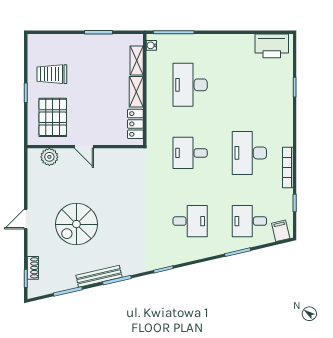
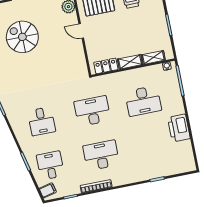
printer: (272, 46) -> (179, 128), moved
desk: (190, 85) -> (143, 101), turned 180
door: (84, 147) -> (81, 31), hinge flipped
desk: (190, 153) -> (92, 111), width x1.37

